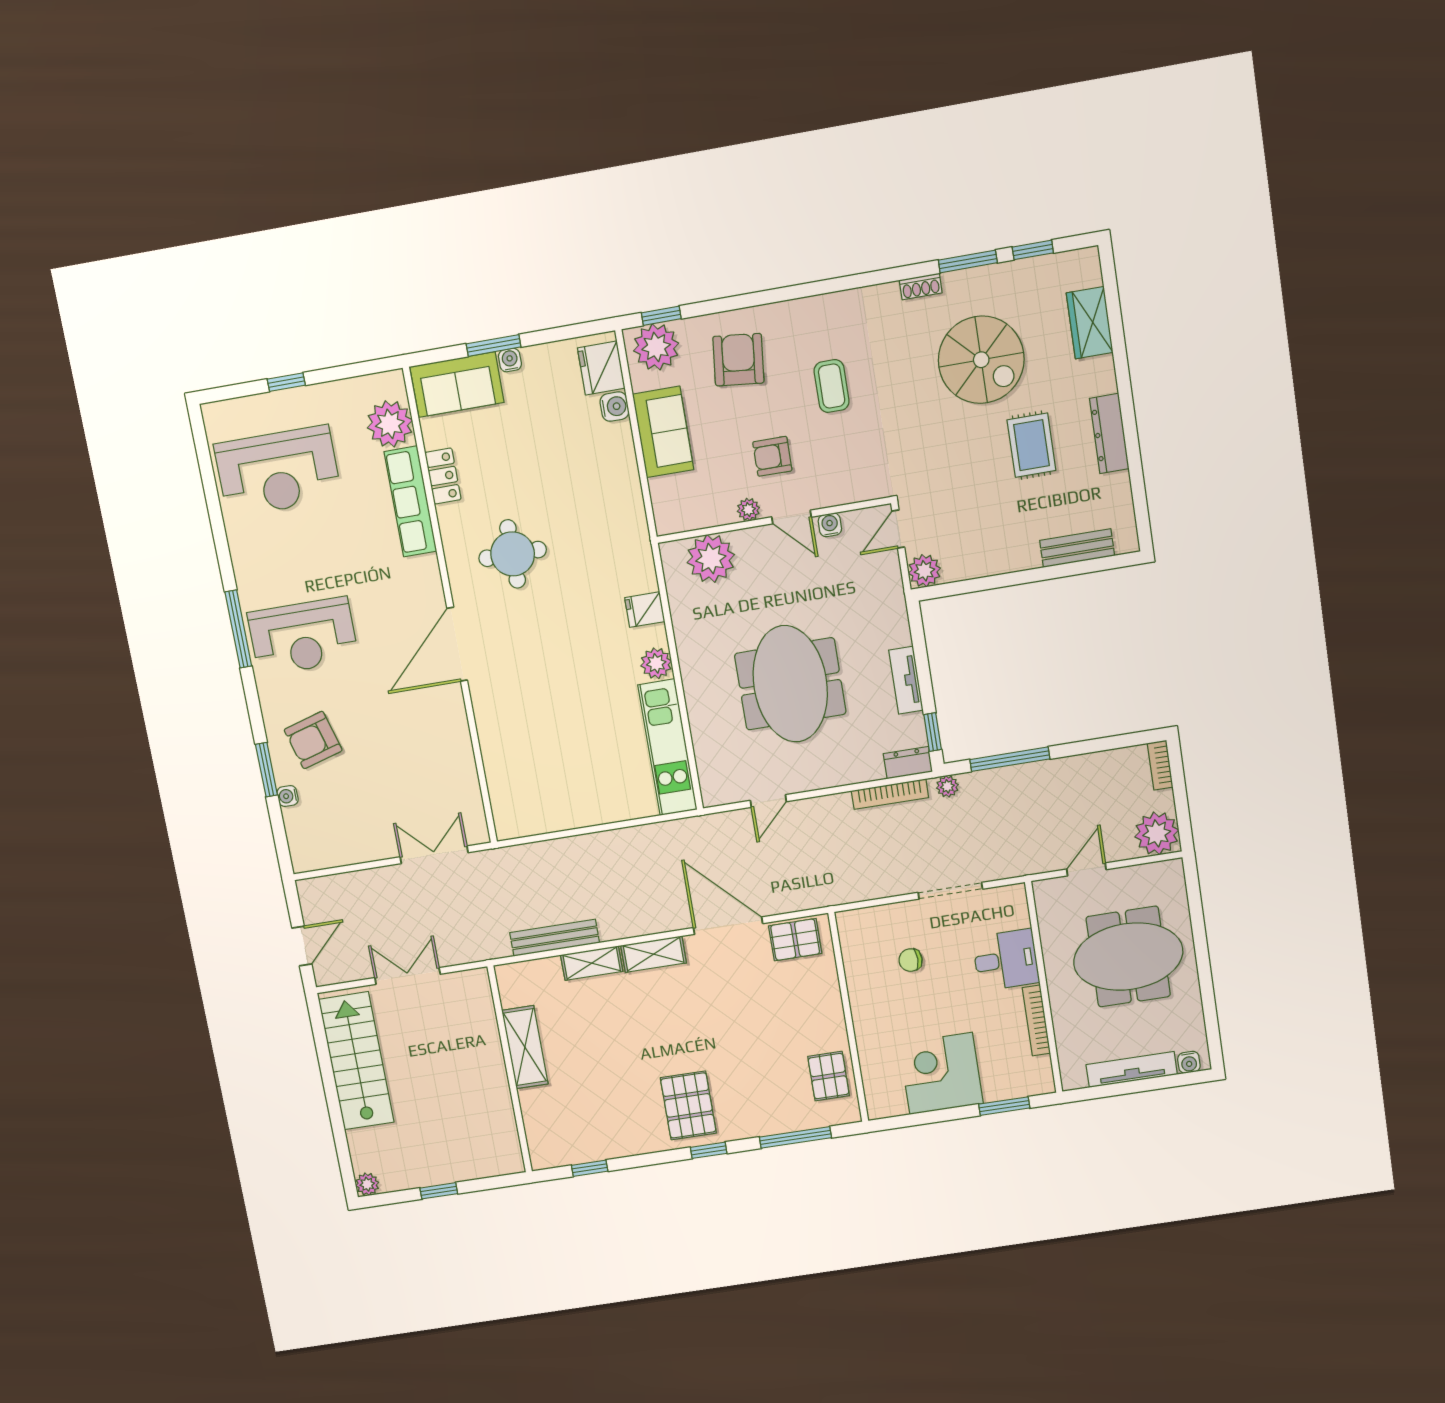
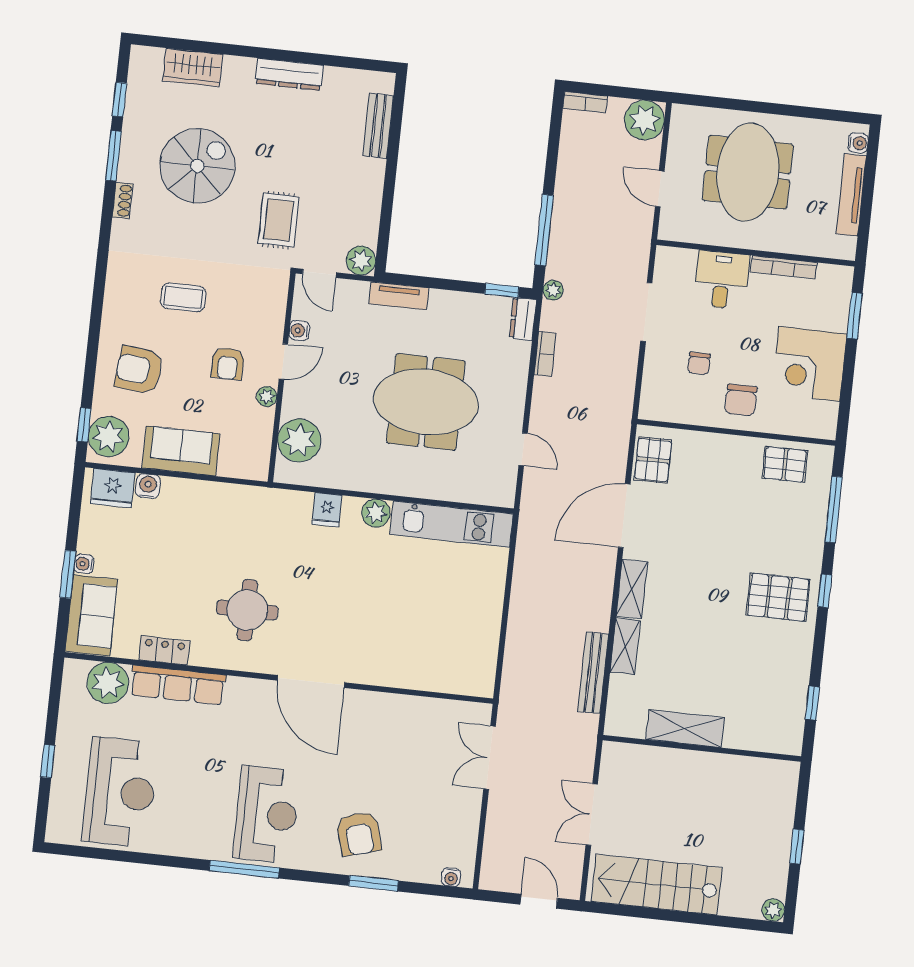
rug: (1031, 445) -> (279, 220), moved, turned 90
tv unit: (906, 680) -> (399, 296), moved
bookcase: (890, 794) -> (545, 354), width x0.64
water cooler: (288, 796) -> (451, 877), moved
chair: (884, 1013) -> (741, 400), added

